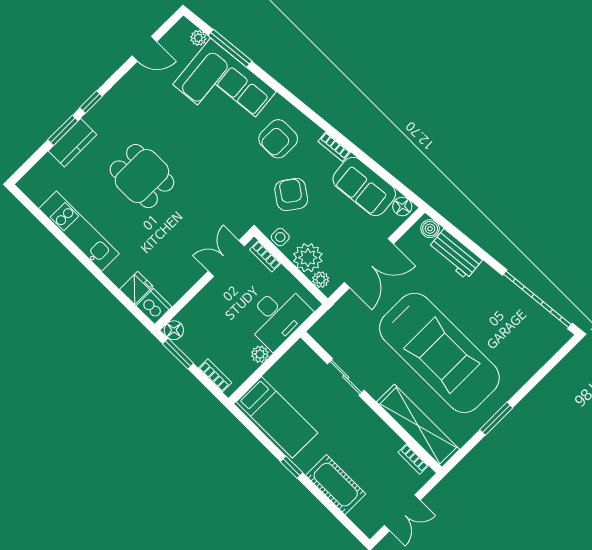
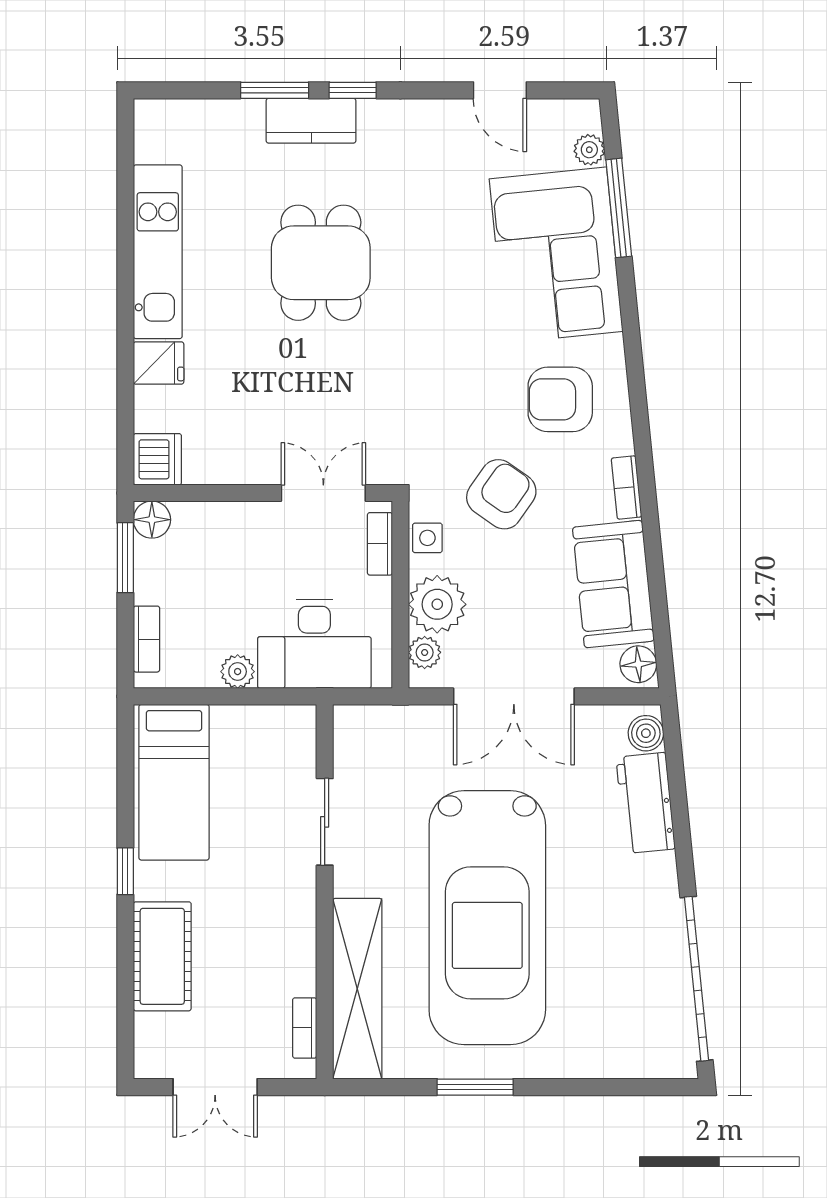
kitchen counter: (72, 143) -> (311, 121), moved
fridge: (136, 288) -> (159, 363), moved

